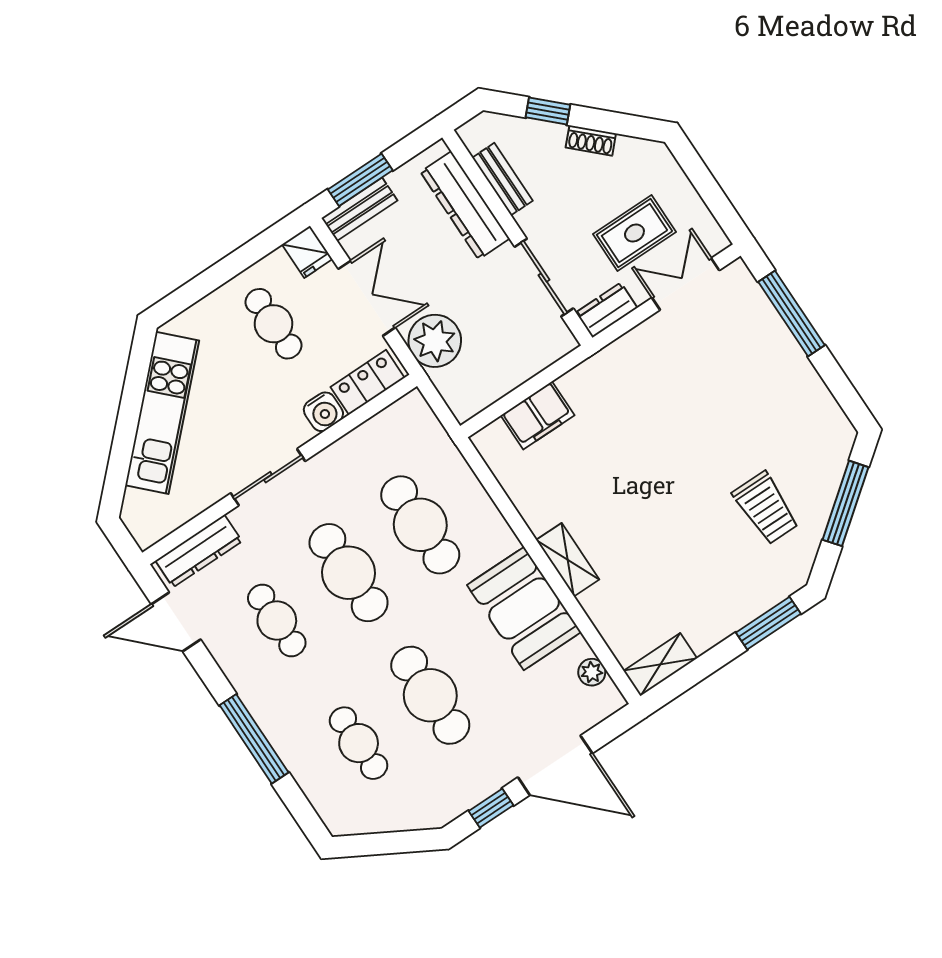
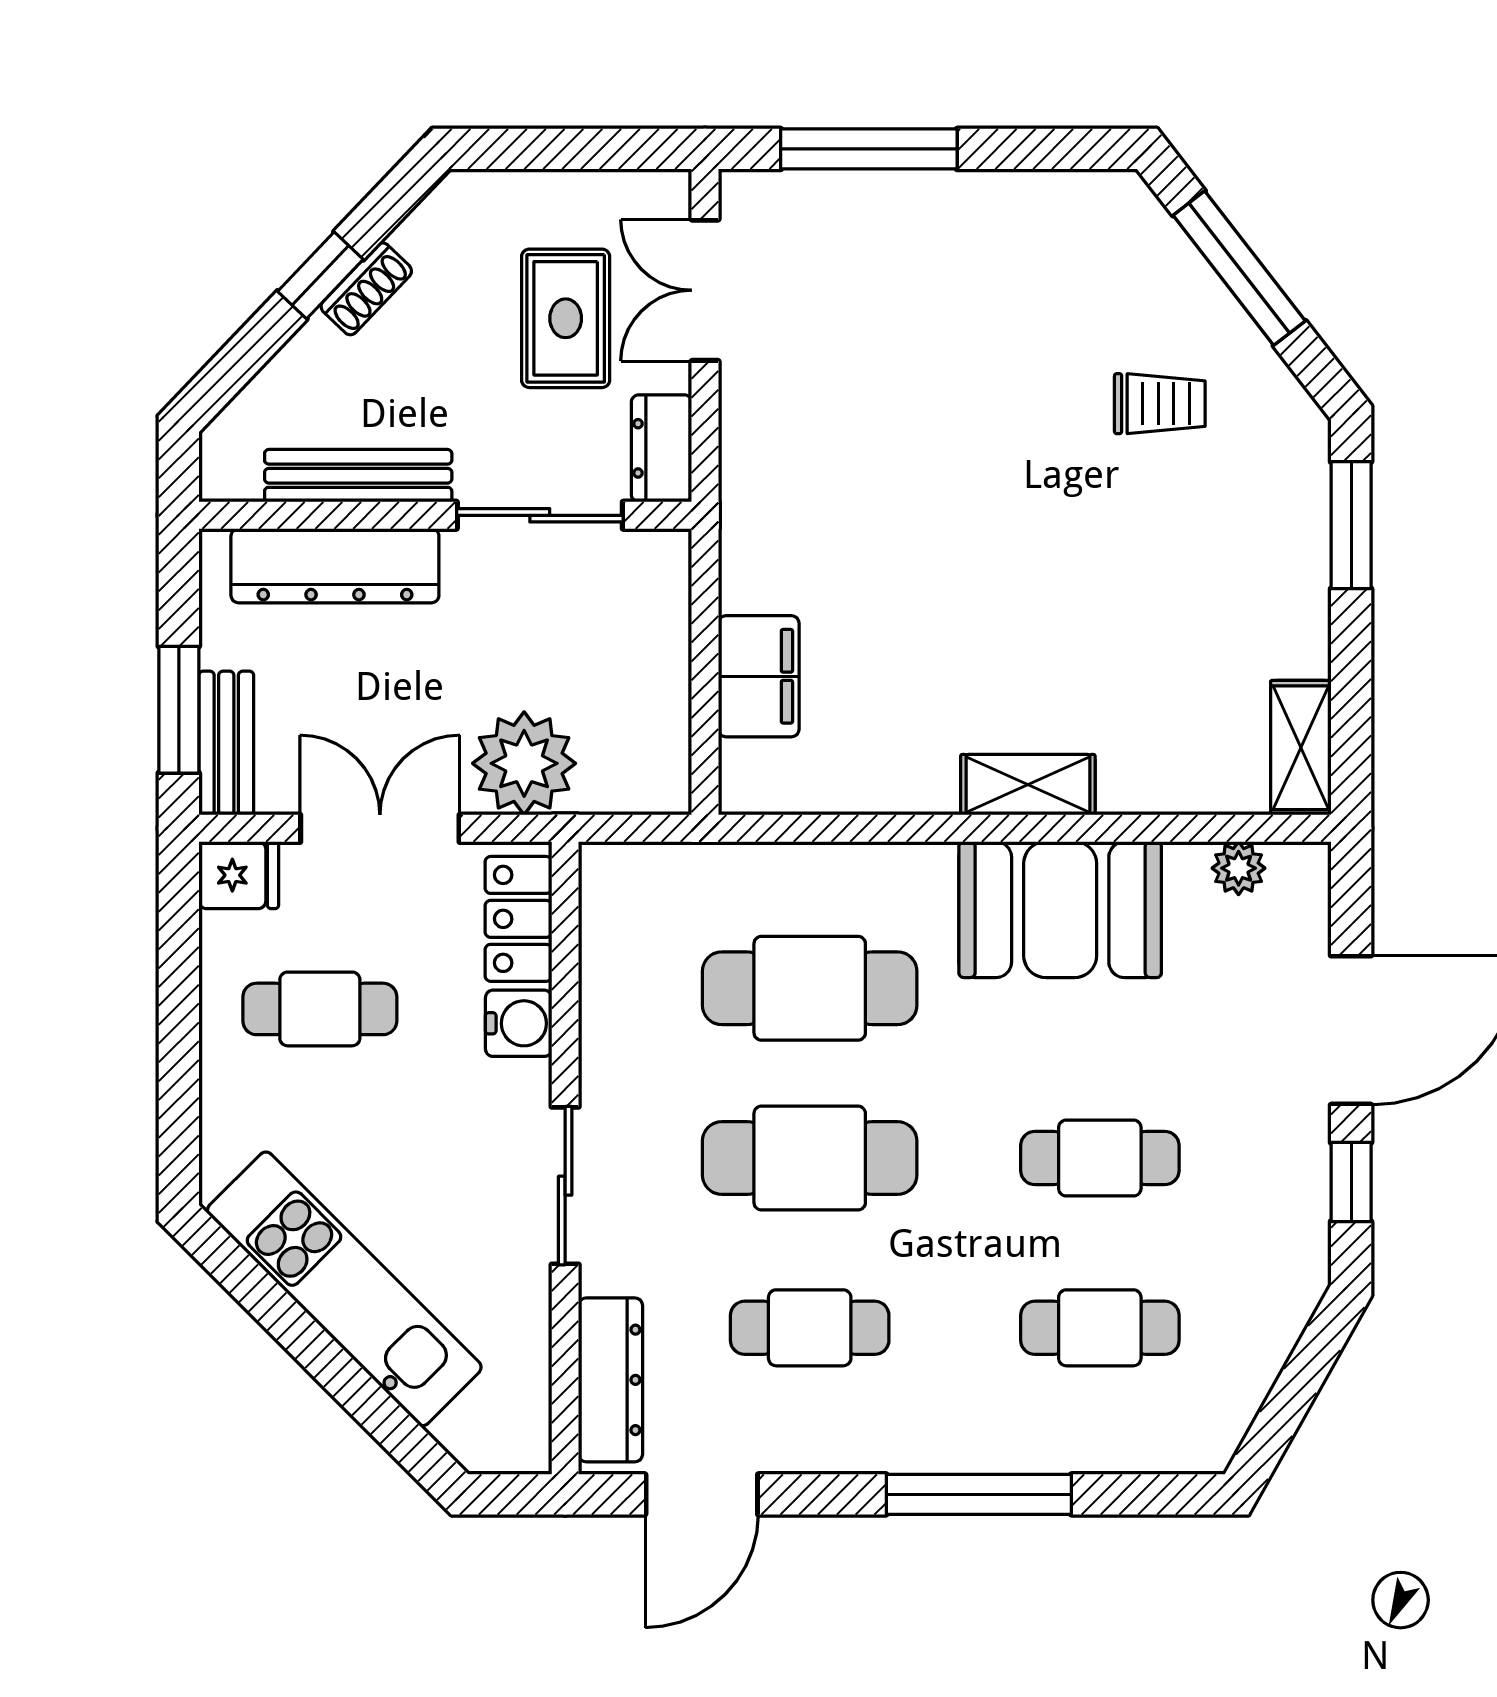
window: (548, 111) -> (320, 275), moved
bench: (503, 179) -> (358, 476), width x1.36
trolley: (766, 508) -> (1160, 404), width x0.73, depth x0.72
cafe table: (430, 695) -> (1100, 1158), width x0.73, depth x0.74

